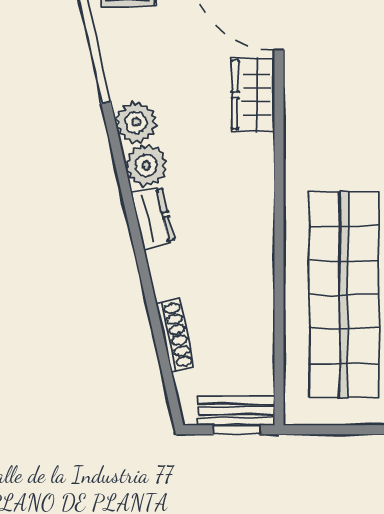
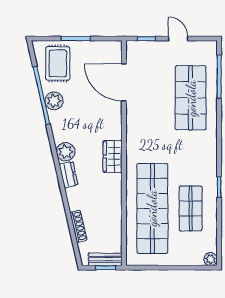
wardrobe: (253, 95) -> (113, 157), moved
plant: (136, 122) -> (54, 101), moved

